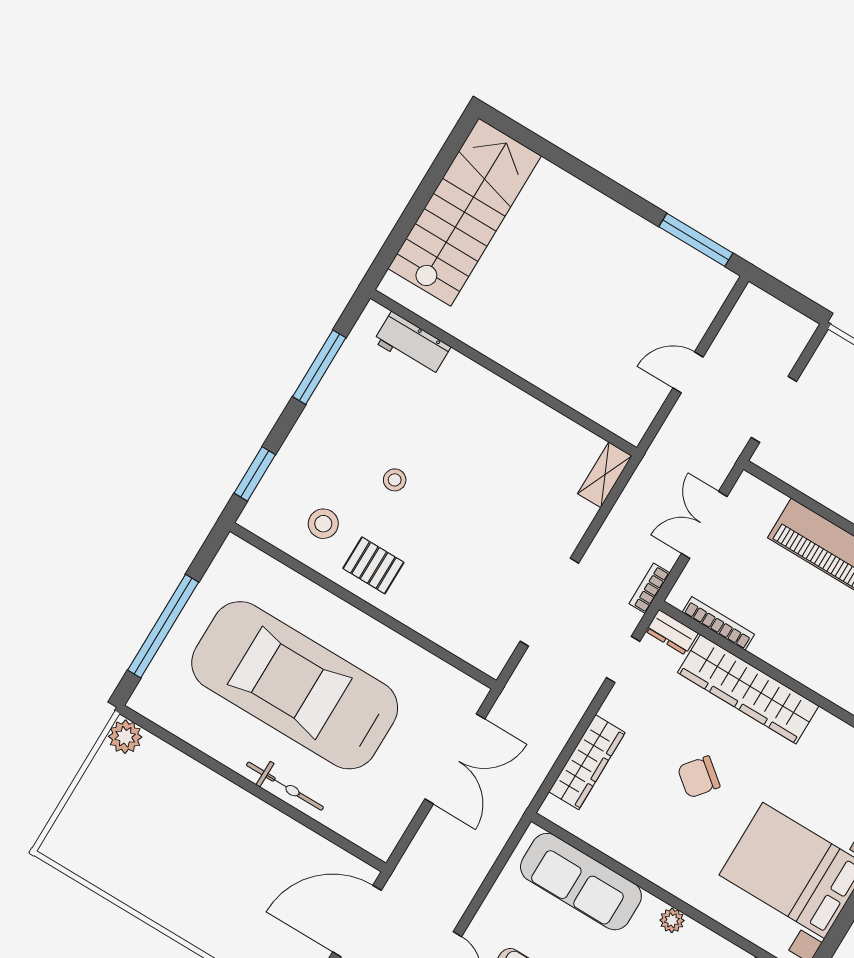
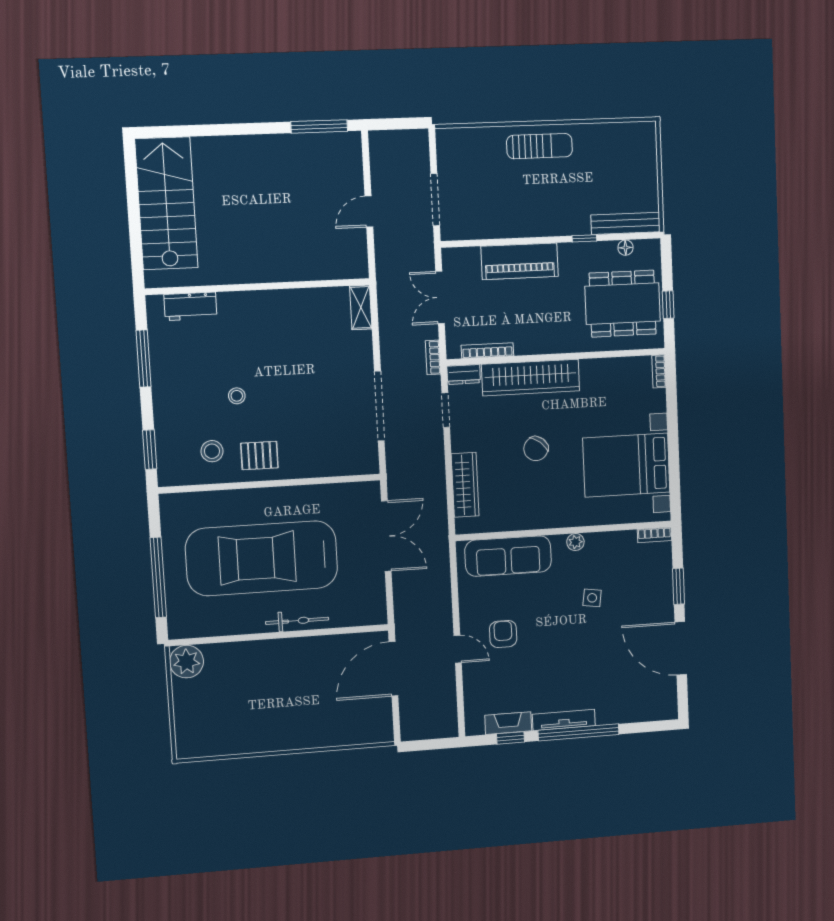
plant: (125, 737) -> (187, 662), width x1.36, depth x1.36

